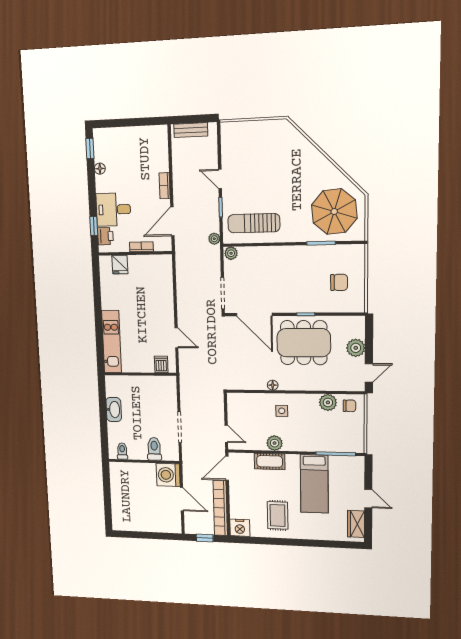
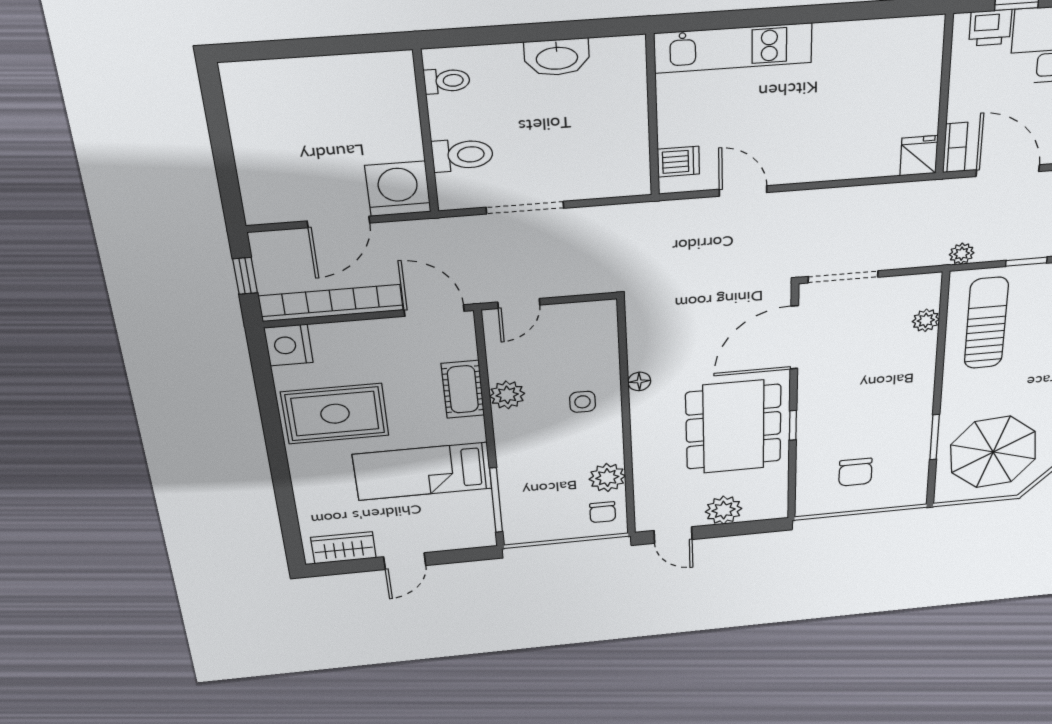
bookcase: (141, 247) -> (955, 148), moved
plant: (231, 253) -> (926, 320), moved
fridge: (120, 265) -> (919, 156), moved, turned 90
door: (176, 338) -> (743, 191), swing flipped
rug: (278, 515) -> (335, 414), width x1.36, depth x1.43

